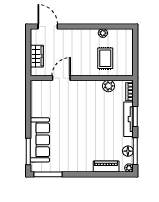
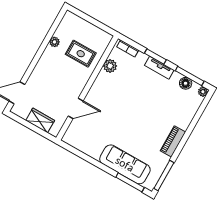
door: (61, 78) -> (76, 108), swing flipped
tv unit: (128, 119) -> (159, 68), width x0.71
piano: (106, 167) -> (173, 141), moved

